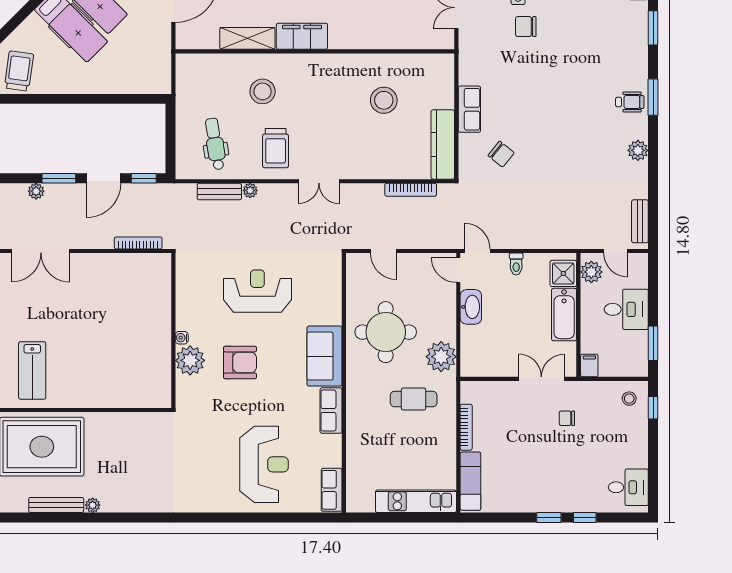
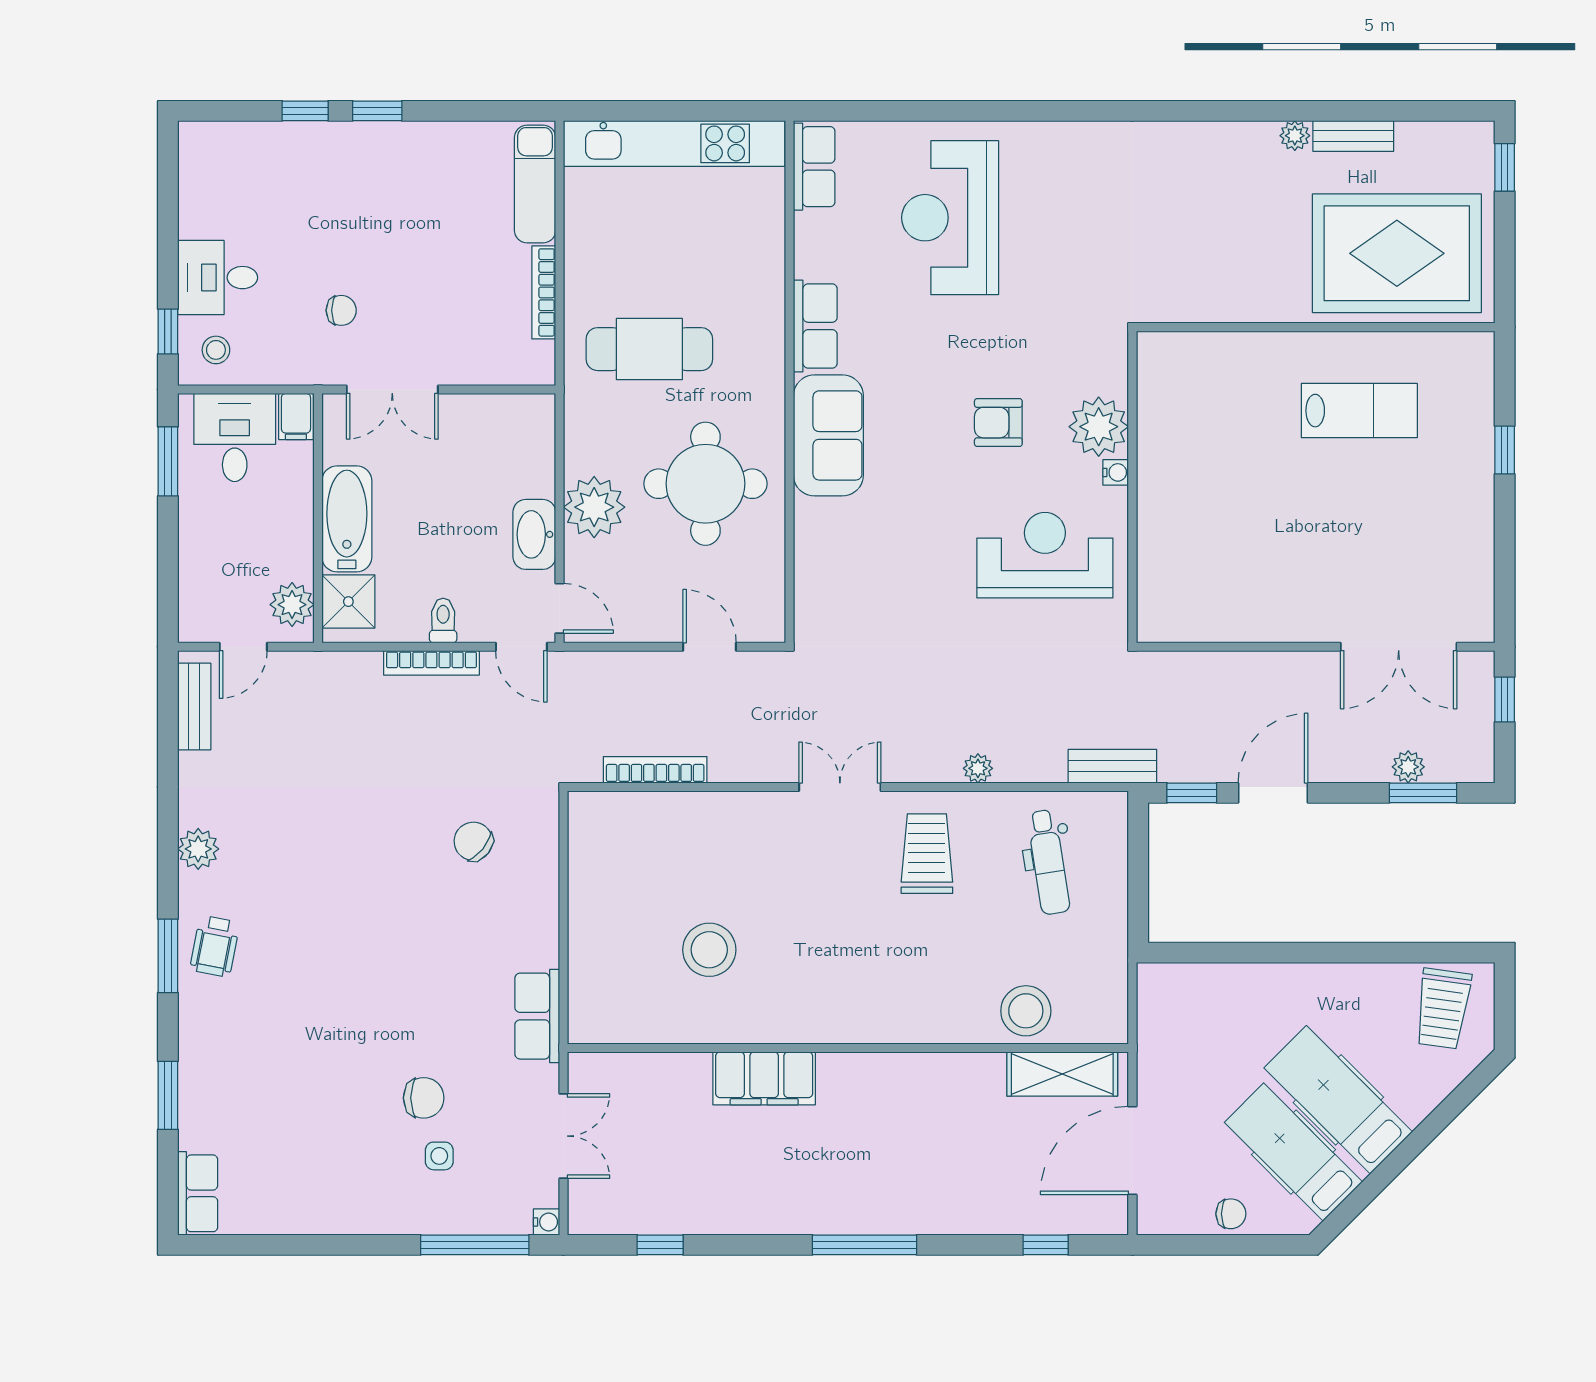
filing cabinet: (302, 36) -> (764, 1078), moved
shelving: (247, 38) -> (1062, 1074), moved
stool: (263, 91) -> (1026, 1011), moved
wheelchair: (630, 102) -> (215, 946), turned -79
row of seats: (469, 109) -> (537, 1016), moved
kitchen counter: (443, 145) -> (591, 861), removed
window: (59, 178) -> (1423, 793), moved
bench: (219, 192) -> (1112, 766), moved
bookcase: (138, 243) -> (431, 663), moved
double door: (41, 251) -> (1399, 647), swing flipped
door: (616, 251) -> (243, 647), swing flipped
reception desk: (257, 291) -> (1045, 555), moved, turned 180
desk: (626, 309) -> (235, 437), moved, turned 90
plant: (441, 357) -> (594, 507), moved
armchair: (240, 362) -> (998, 423), width x0.72, depth x0.72
lab bench: (32, 370) -> (1359, 411), moved, turned 90
cafe table: (414, 399) -> (649, 349), width x1.37, depth x1.35
desk: (628, 487) -> (218, 278), moved
kitchen unit: (416, 501) -> (674, 143), width x1.36
bench: (56, 505) -> (1353, 136), width x0.73

